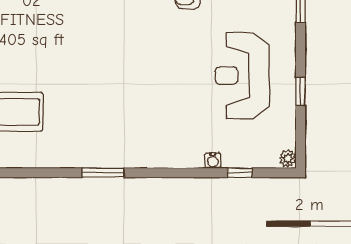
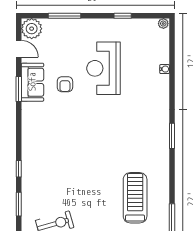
reception desk: (242, 76) -> (103, 68), moved, turned 90
window: (240, 173) -> (172, 53), removed

